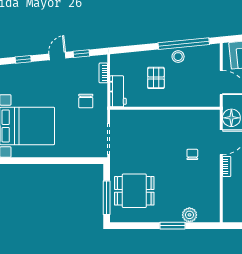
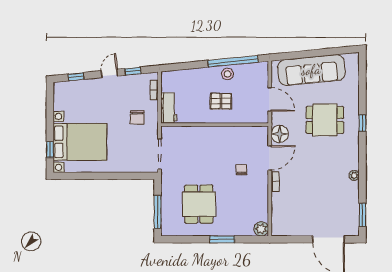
pallet: (156, 78) -> (221, 101), moved, turned 90
dining table: (134, 191) -> (199, 204), moved, turned 90
plant: (189, 215) -> (261, 229), moved

